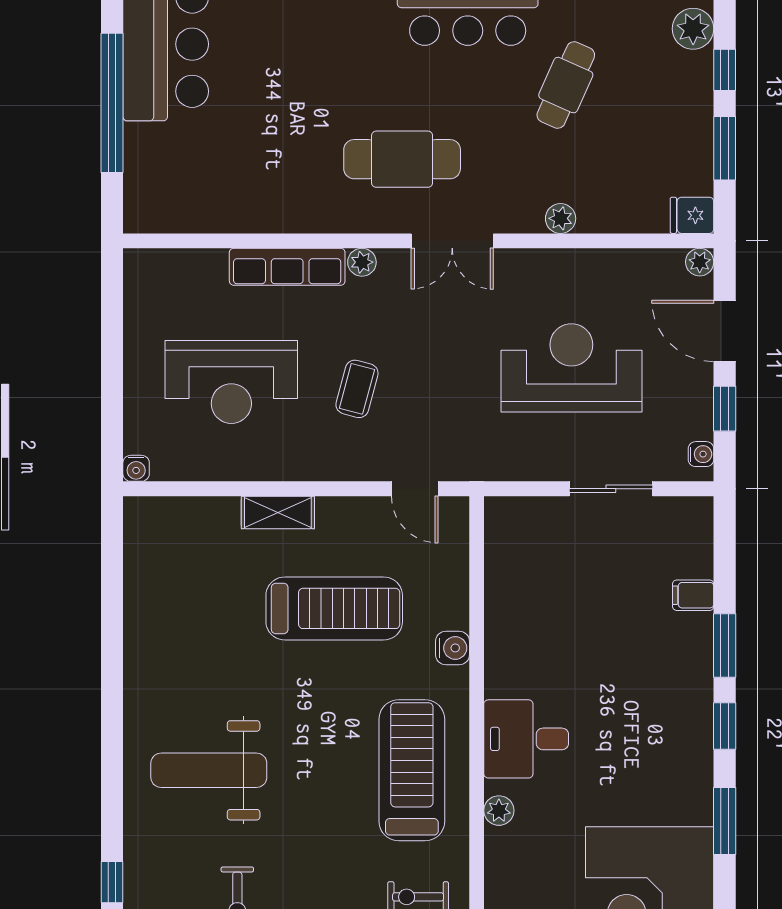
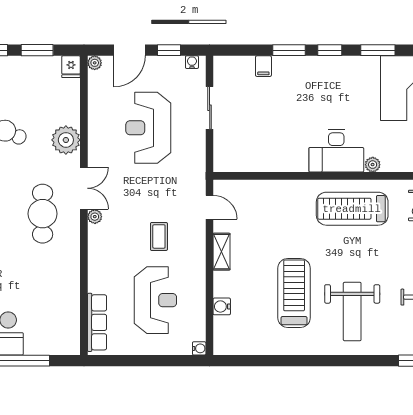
plant: (561, 218) -> (66, 140), width x1.88, depth x1.88
plant: (362, 262) -> (95, 217), moved
row of seats: (287, 267) -> (97, 322), moved
coffee table: (357, 389) -> (159, 236), turned 75
door: (415, 489) -> (210, 207), hinge flipped
shelving: (278, 512) -> (222, 252), moved
treadmill: (334, 608) -> (294, 293), moved
water cooler: (453, 648) -> (222, 306), moved, turned -90
desk: (526, 739) -> (336, 151), width x1.37

